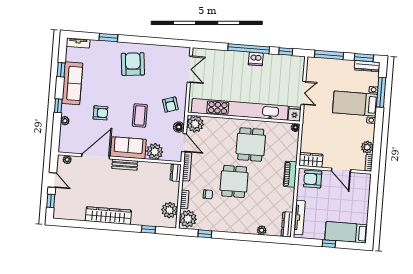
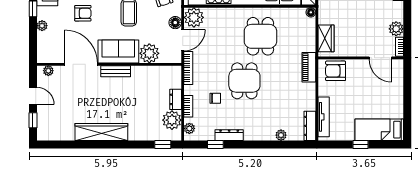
door: (184, 143) -> (183, 40), hinge flipped
door: (96, 156) -> (81, 64), hinge flipped
wardrobe: (311, 160) -> (326, 38), moved, turned 90
door: (341, 170) -> (380, 58), moved
dresser: (176, 173) -> (176, 99), moved
plant: (188, 219) -> (189, 128), width x0.53, depth x0.53
dresser: (217, 227) -> (229, 135), added
window: (148, 229) -> (163, 144), moved

